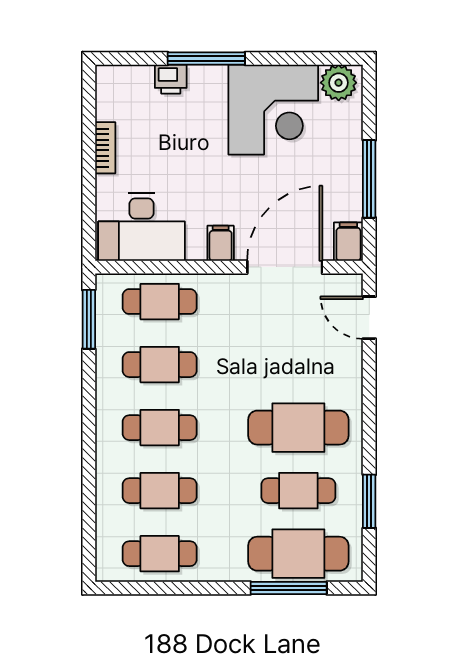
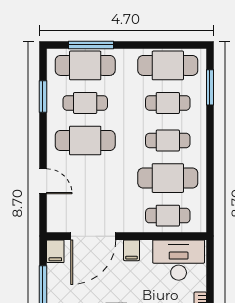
door: (369, 318) -> (43, 181), moved
window: (89, 319) -> (210, 87), moved
cafe table: (160, 365) -> (168, 178), width x1.37, depth x1.35
cafe table: (160, 554) -> (168, 65), width x1.37, depth x1.35

